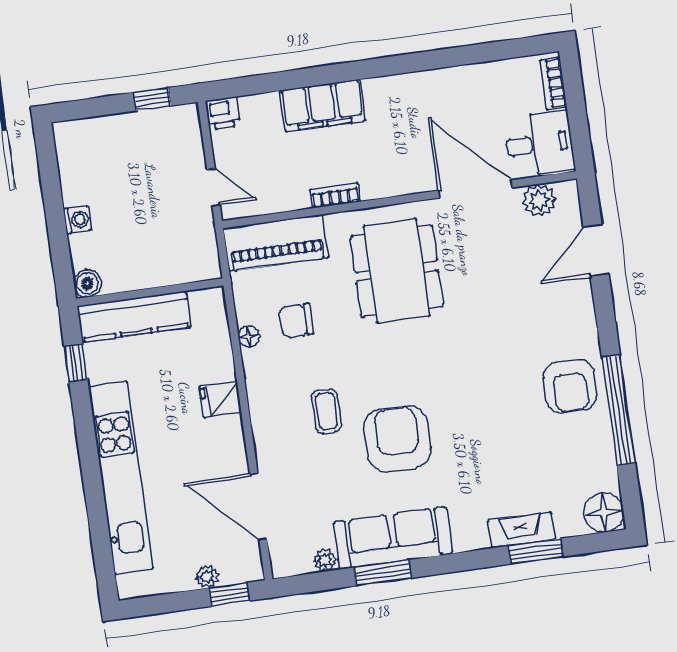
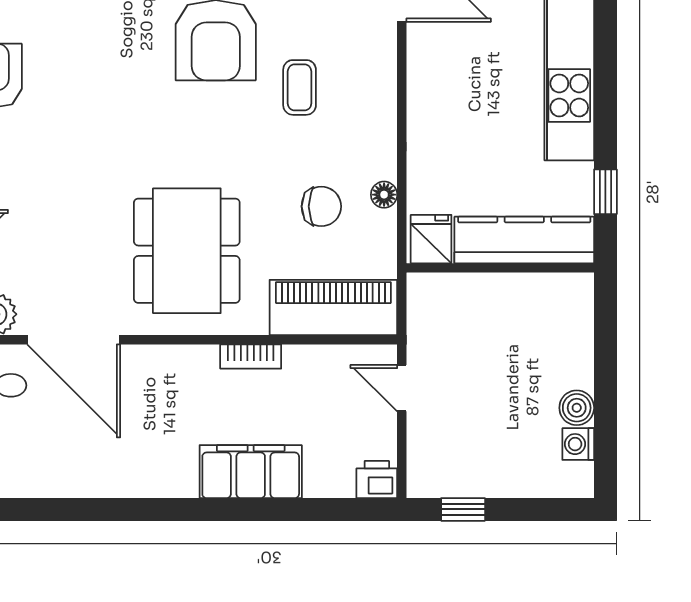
washing machine: (77, 220) -> (578, 444), moved
boiler: (88, 283) -> (577, 408), moved
fridge: (220, 400) -> (431, 239), moved, turned -90

